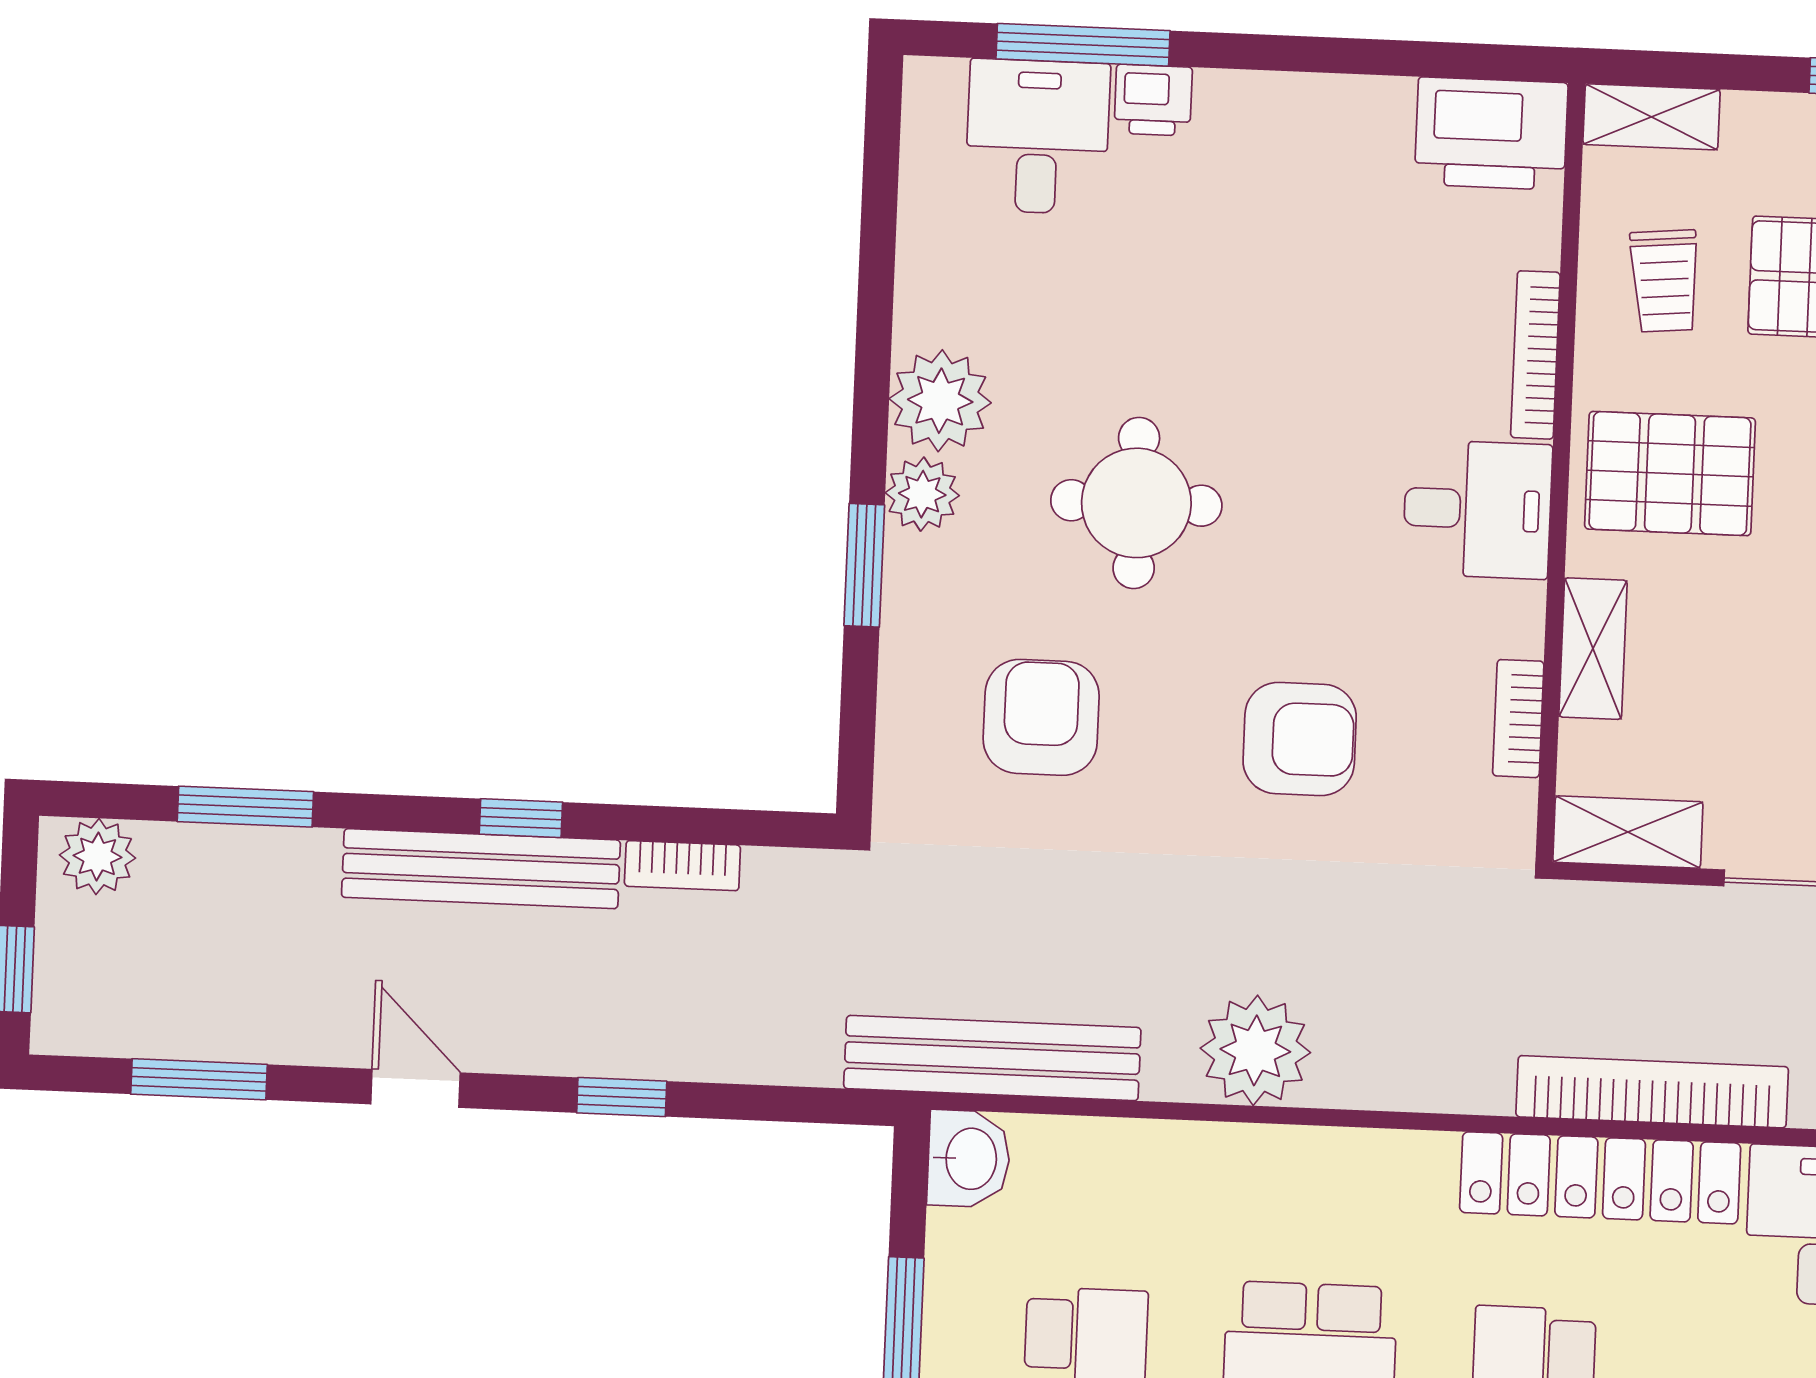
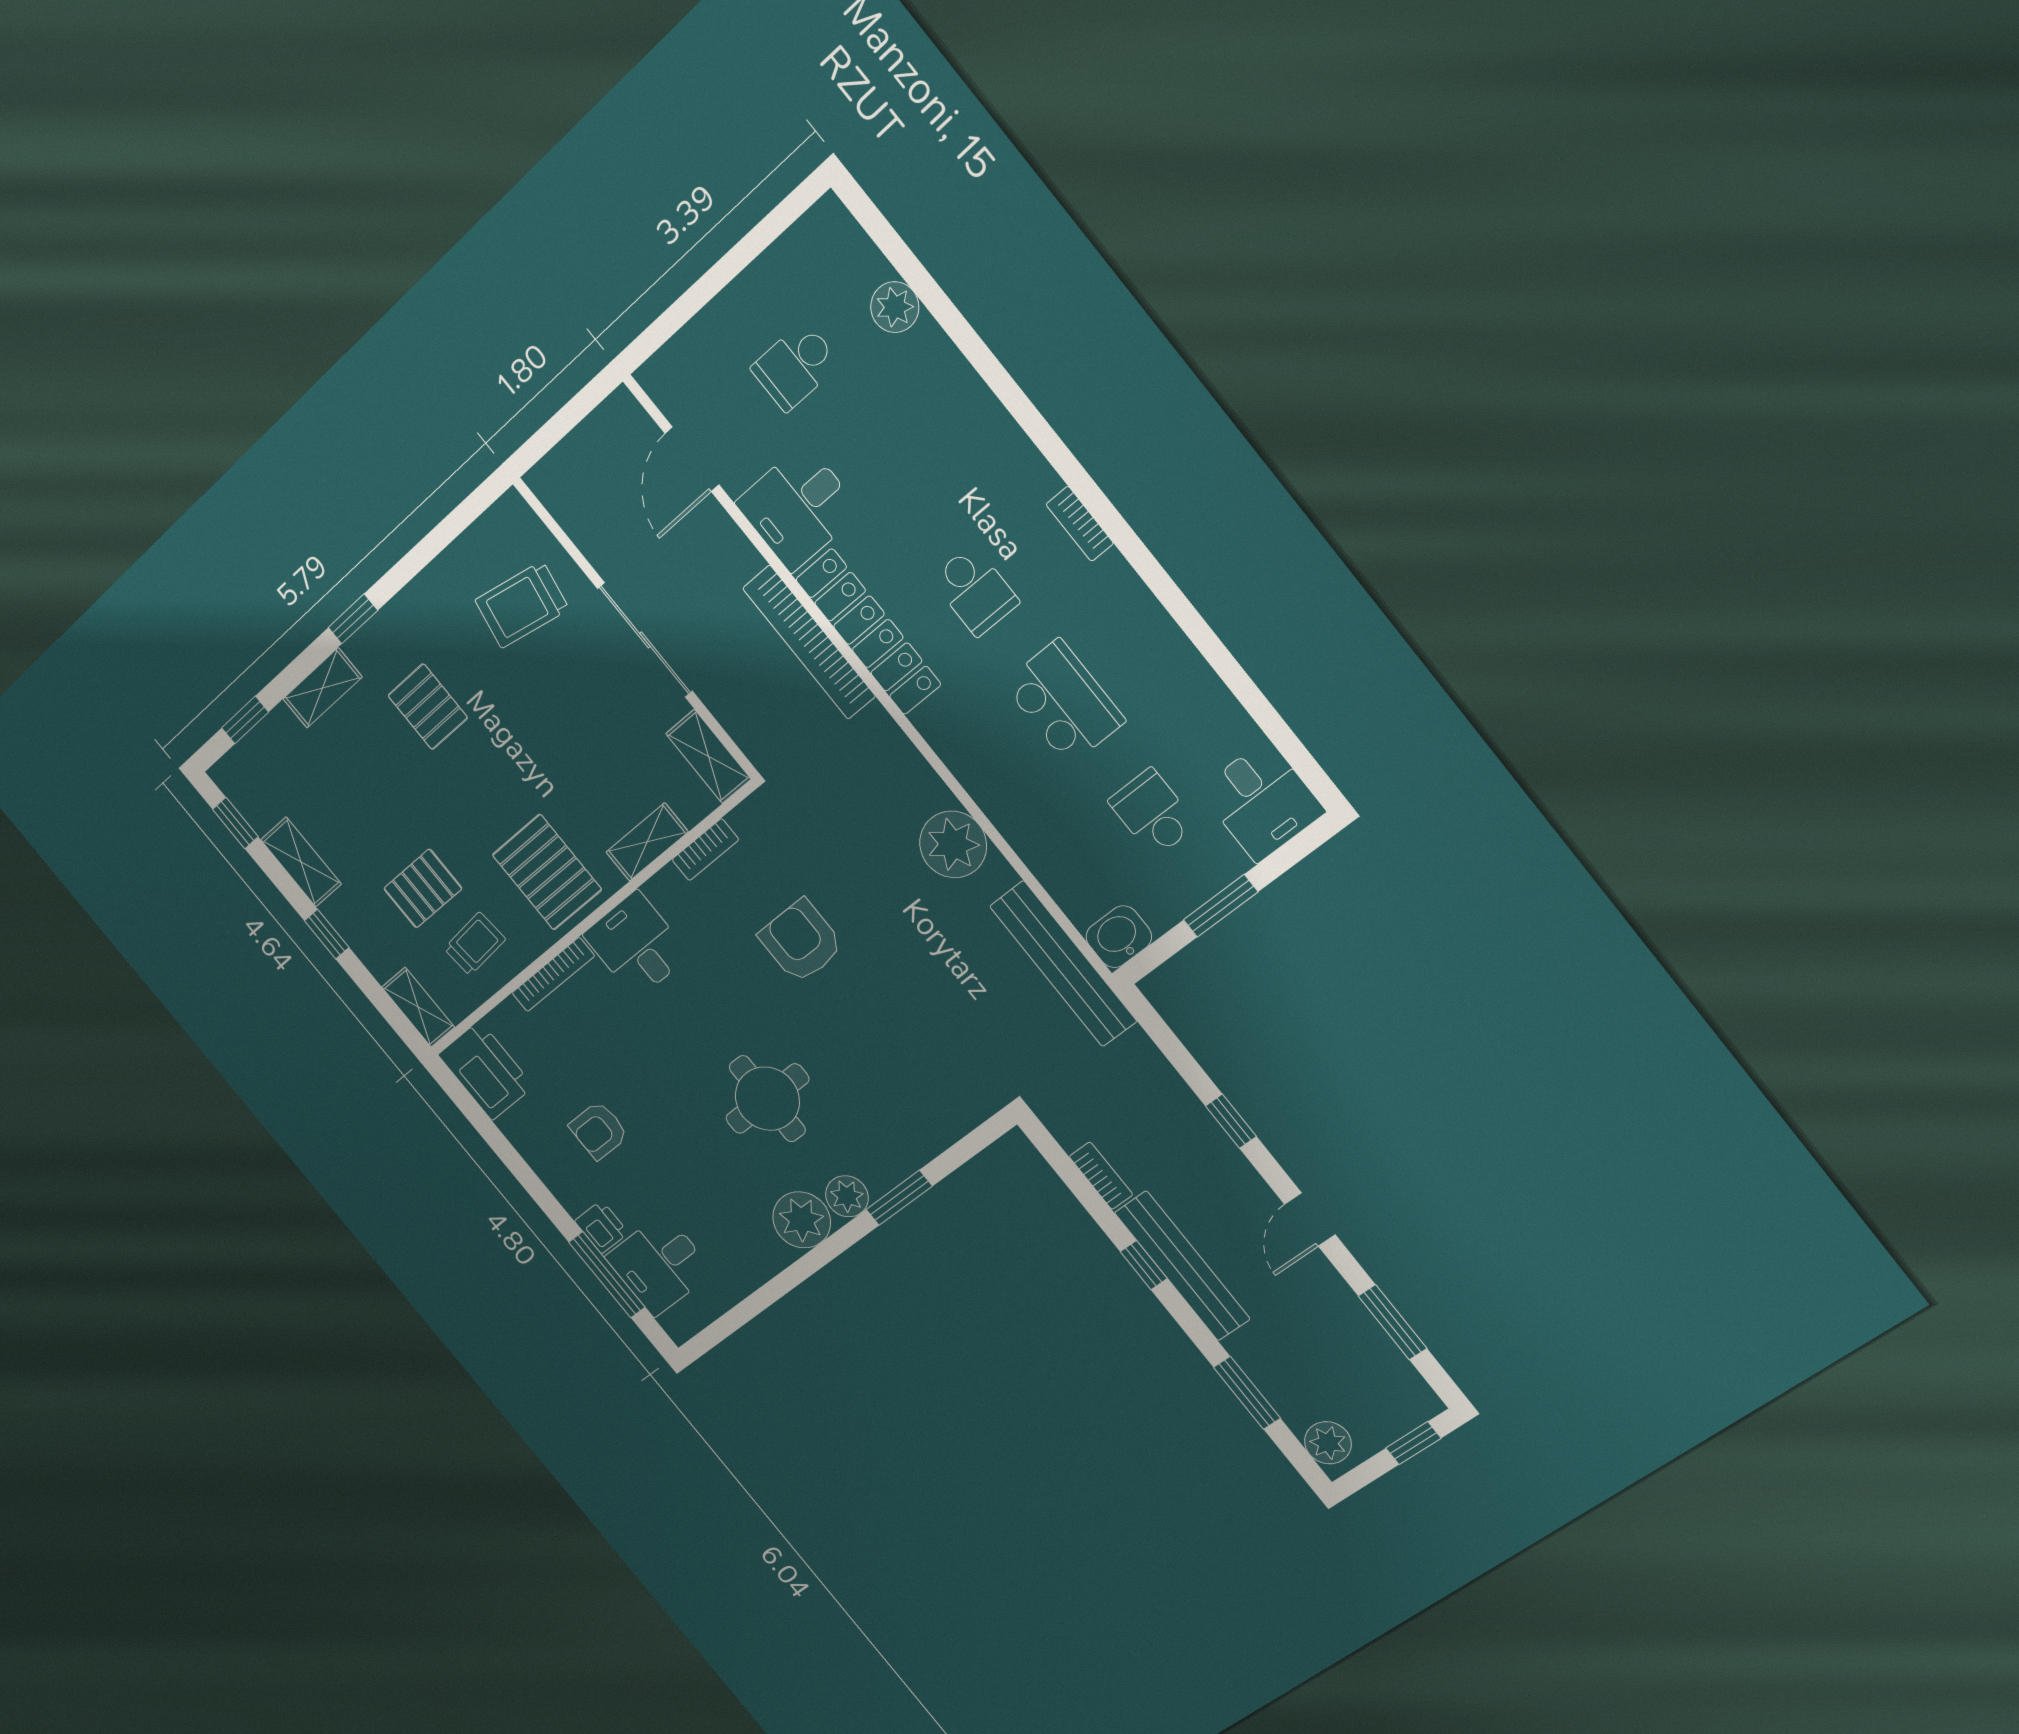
armchair: (1041, 717) -> (599, 1130), moved, width x0.72, depth x0.72

